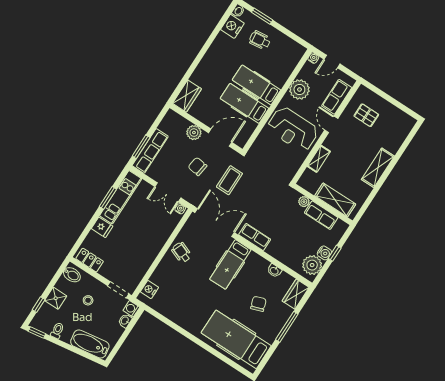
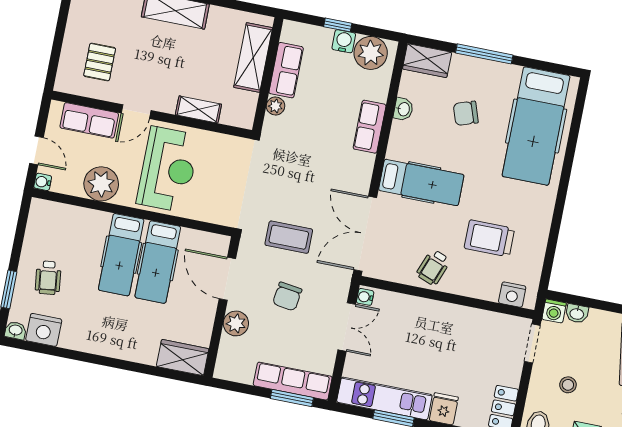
row of seats: (255, 237) -> (370, 127), moved
trolley: (185, 289) -> (489, 238), added

